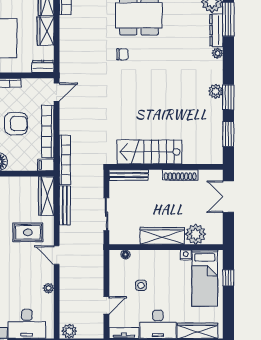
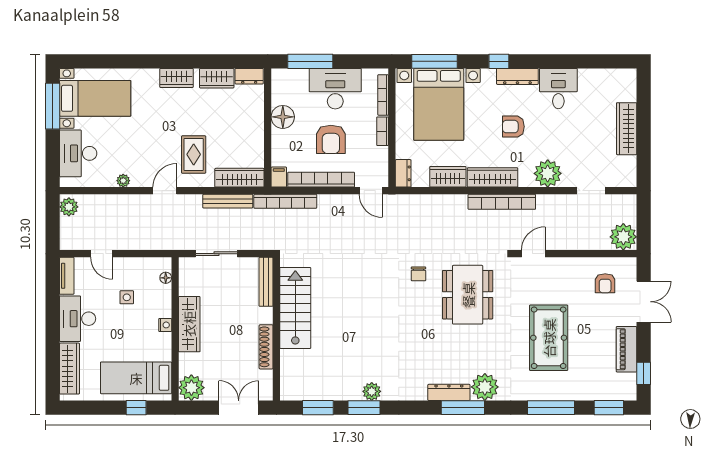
plant: (217, 53) -> (420, 394), removed
plant: (196, 234) -> (191, 388), moved
nightstand: (186, 255) -> (165, 325), moved

